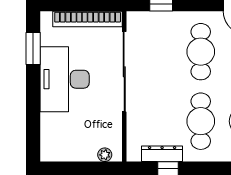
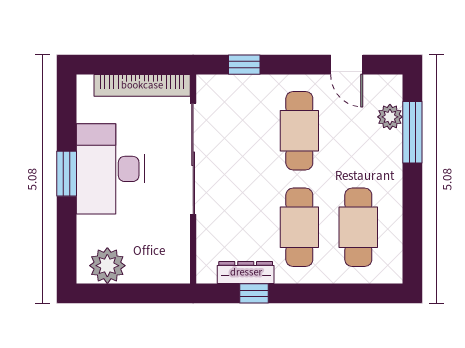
window: (33, 48) -> (67, 174), moved
plant: (105, 155) -> (107, 266), moved, width x1.87, depth x1.87

